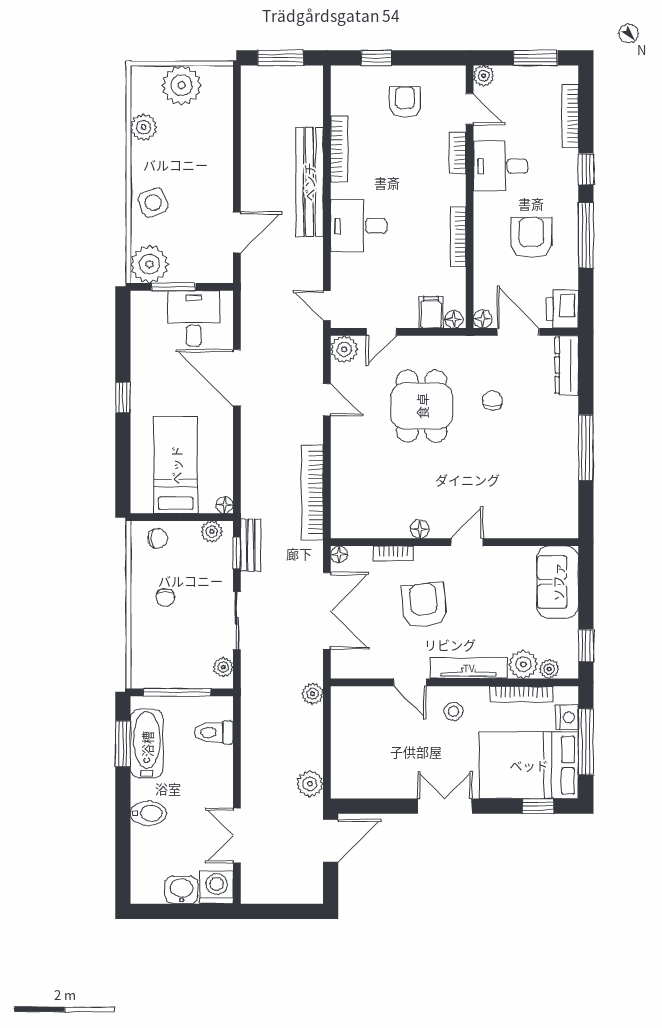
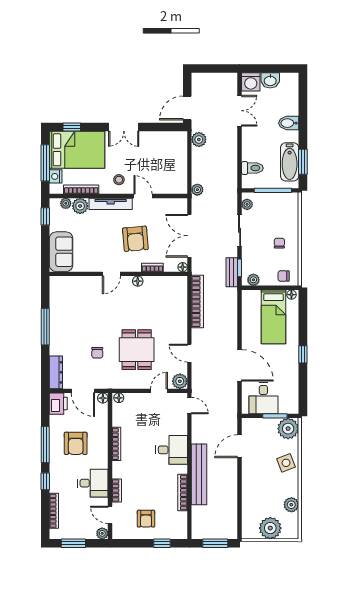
filing cabinet: (431, 312) -> (131, 402), removed
floor lamp: (225, 505) -> (291, 295), moved

